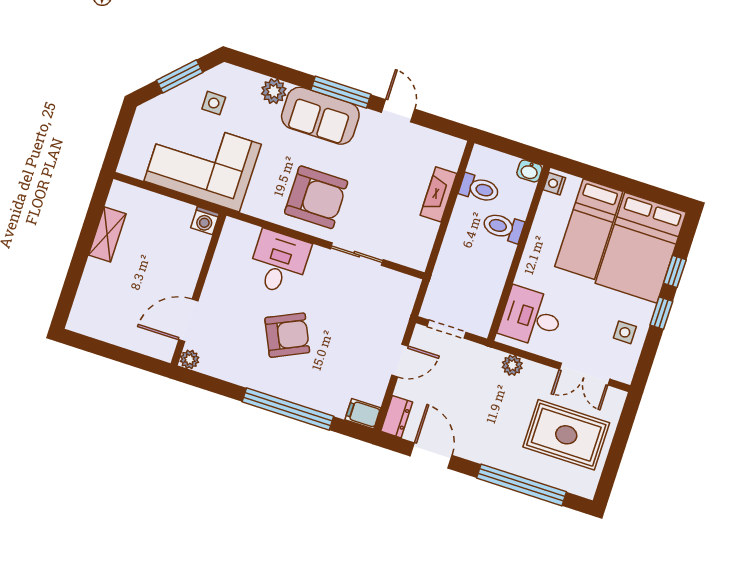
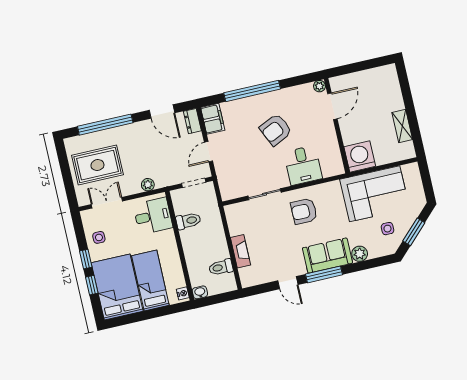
armchair: (316, 197) -> (304, 211), width x0.73, depth x0.73
washing machine: (205, 221) -> (360, 157), width x1.89, depth x1.89
toilet: (503, 227) -> (188, 221), moved
filing cabinet: (363, 414) -> (213, 119), width x2.00

